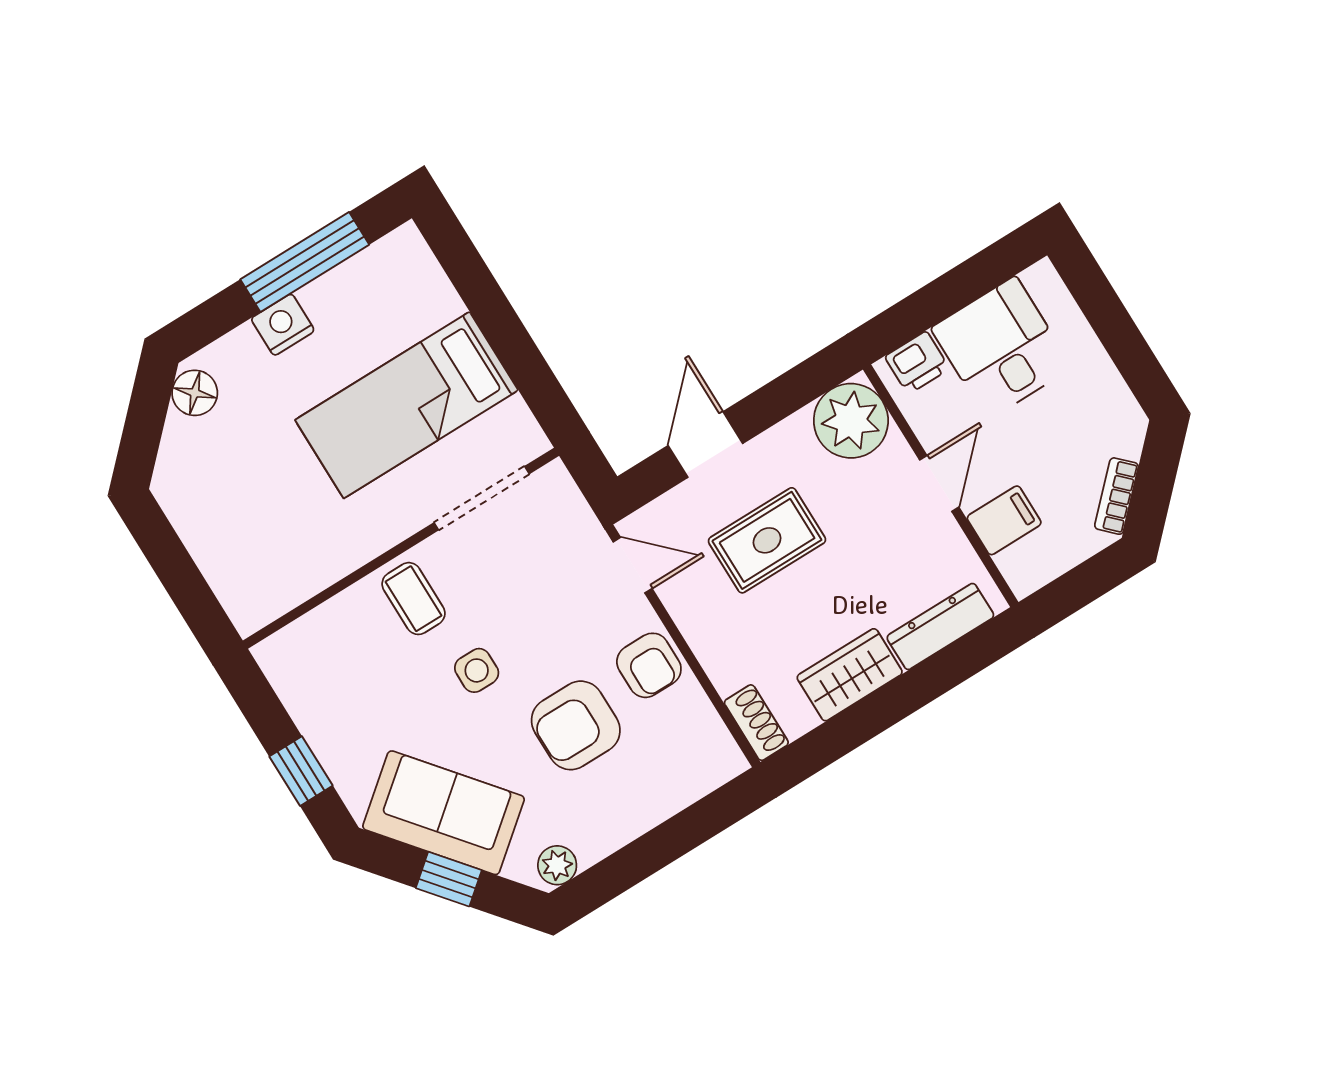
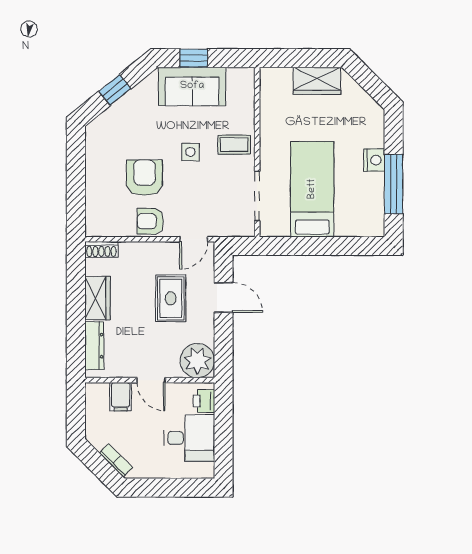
floor lamp: (195, 393) -> (369, 109), removed
bookcase: (1117, 496) -> (116, 460), moved
wardrobe: (203, 519) -> (317, 81), added
sofa: (444, 813) -> (192, 86), moved, turned 39
plant: (557, 865) -> (94, 136), removed

